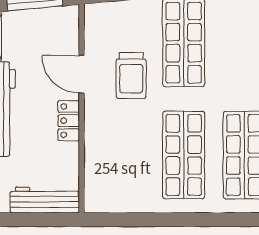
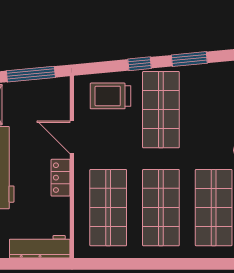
trolley: (131, 75) -> (111, 96), moved, turned 90
shop shelf: (123, 155) -> (108, 208), added

